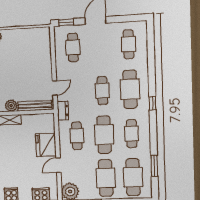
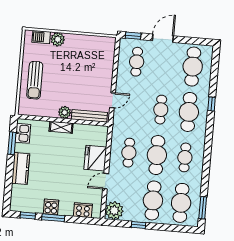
cafe table: (129, 44) -> (193, 67), width x1.37, depth x1.35
window: (152, 103) -> (212, 104), moved
dresser: (63, 111) -> (118, 125), removed
window: (154, 166) -> (203, 208), moved

